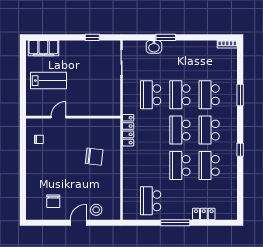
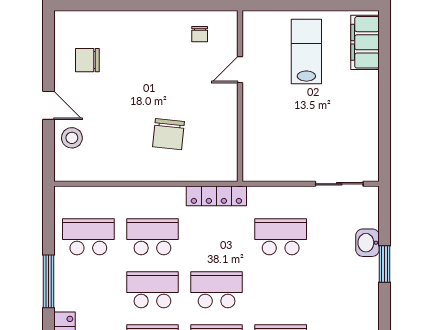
window: (92, 37) -> (385, 131), removed
lab bench: (49, 81) -> (306, 52), turned 180
school desk: (180, 95) -> (152, 237), moved
door: (59, 117) -> (240, 70), swing flipped

